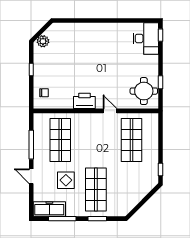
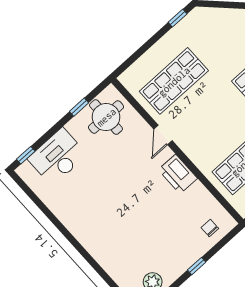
desk: (146, 38) -> (57, 157), moved

